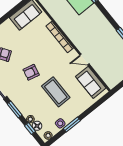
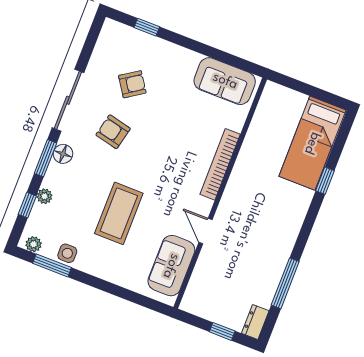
armchair: (31, 72) -> (113, 132), moved
window: (72, 125) -> (52, 265), moved
floor lamp: (37, 126) -> (63, 154), moved

